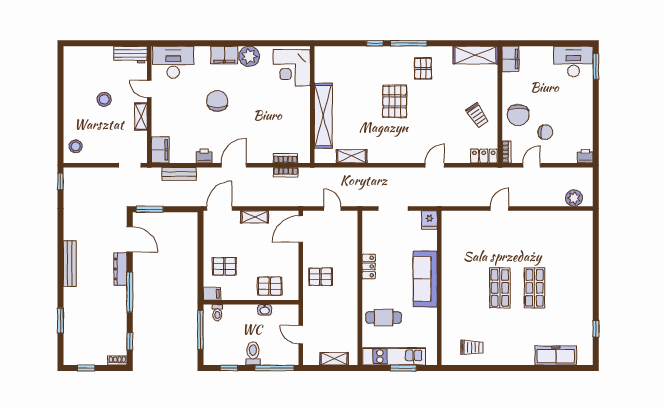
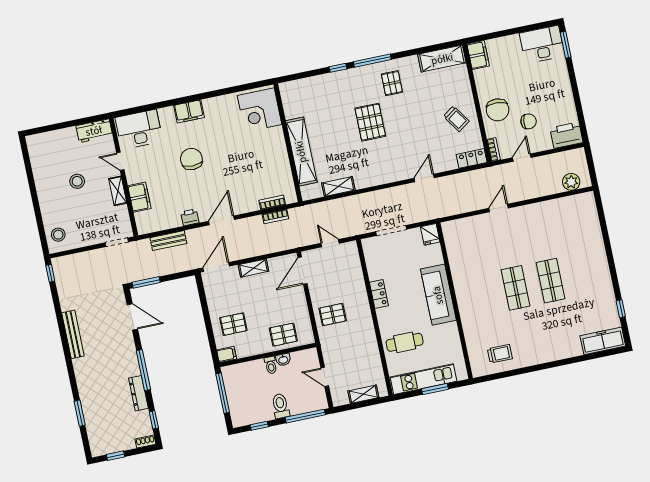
plant: (249, 56) -> (214, 107), removed
filing cabinet: (160, 150) -> (139, 197), moved
printer: (585, 156) -> (566, 135), width x1.87, depth x1.48
bench: (70, 263) -> (73, 334), moved
dresser: (120, 269) -> (138, 393), moved
toilet: (217, 313) -> (271, 365), moved
freezer: (556, 356) -> (603, 341), moved

